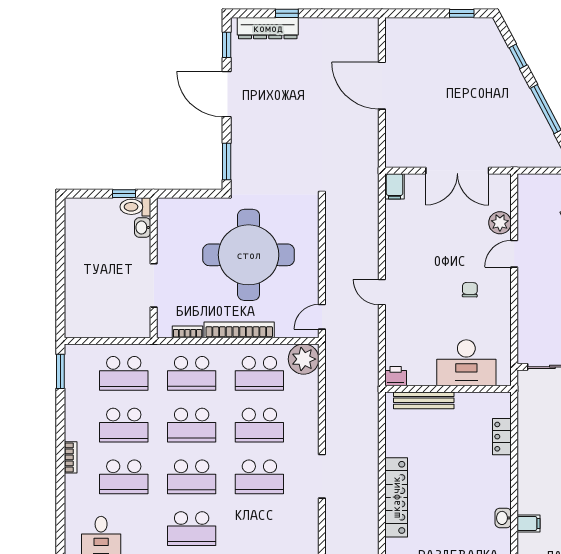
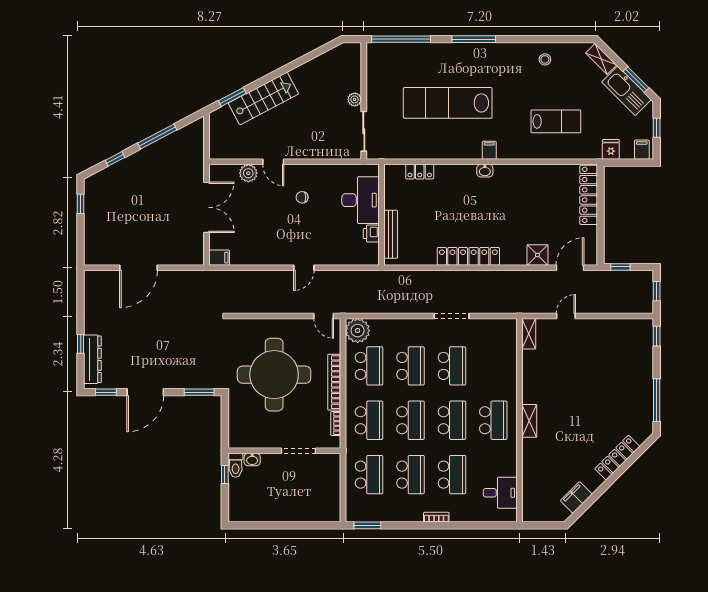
printer: (396, 376) -> (371, 234), moved

